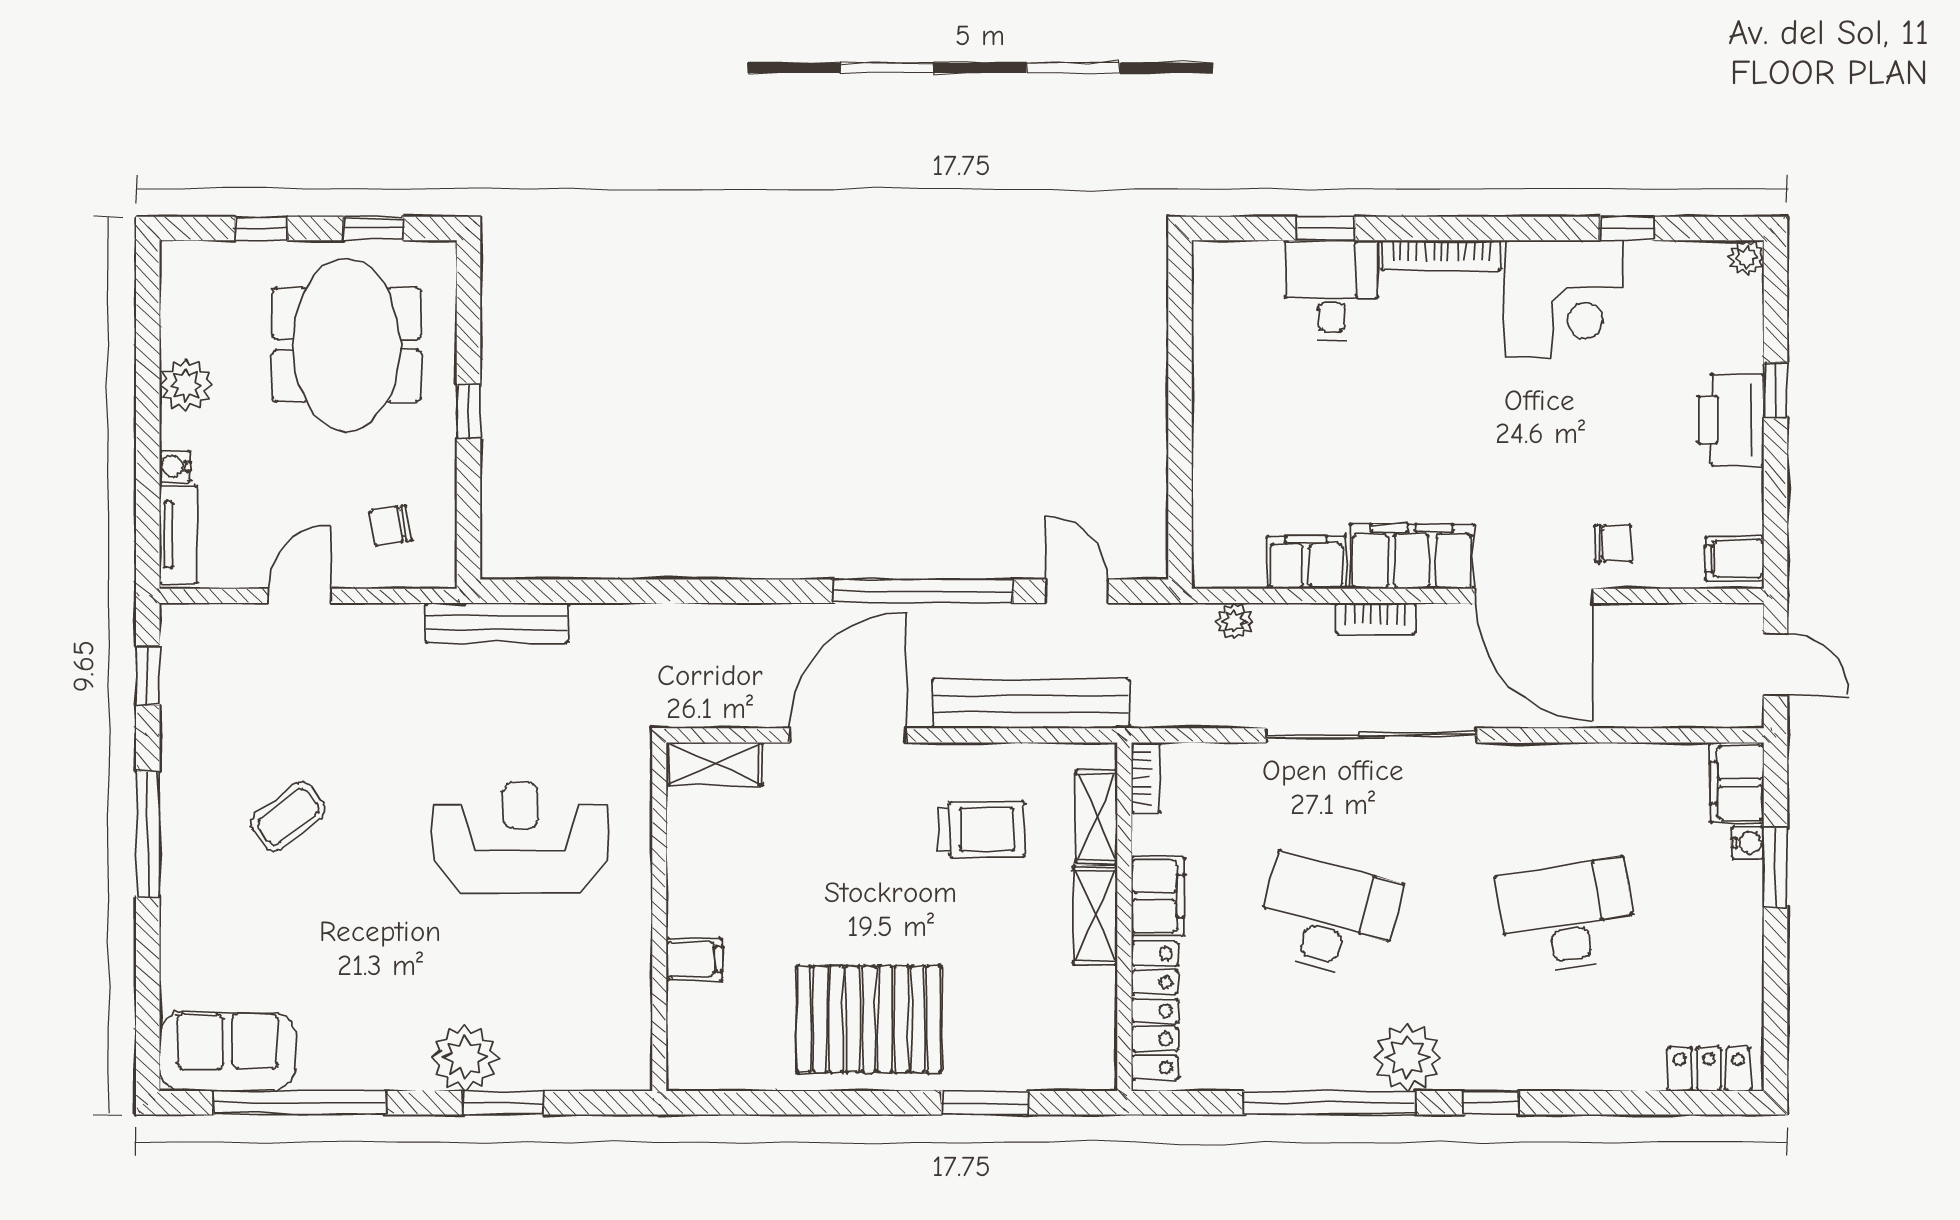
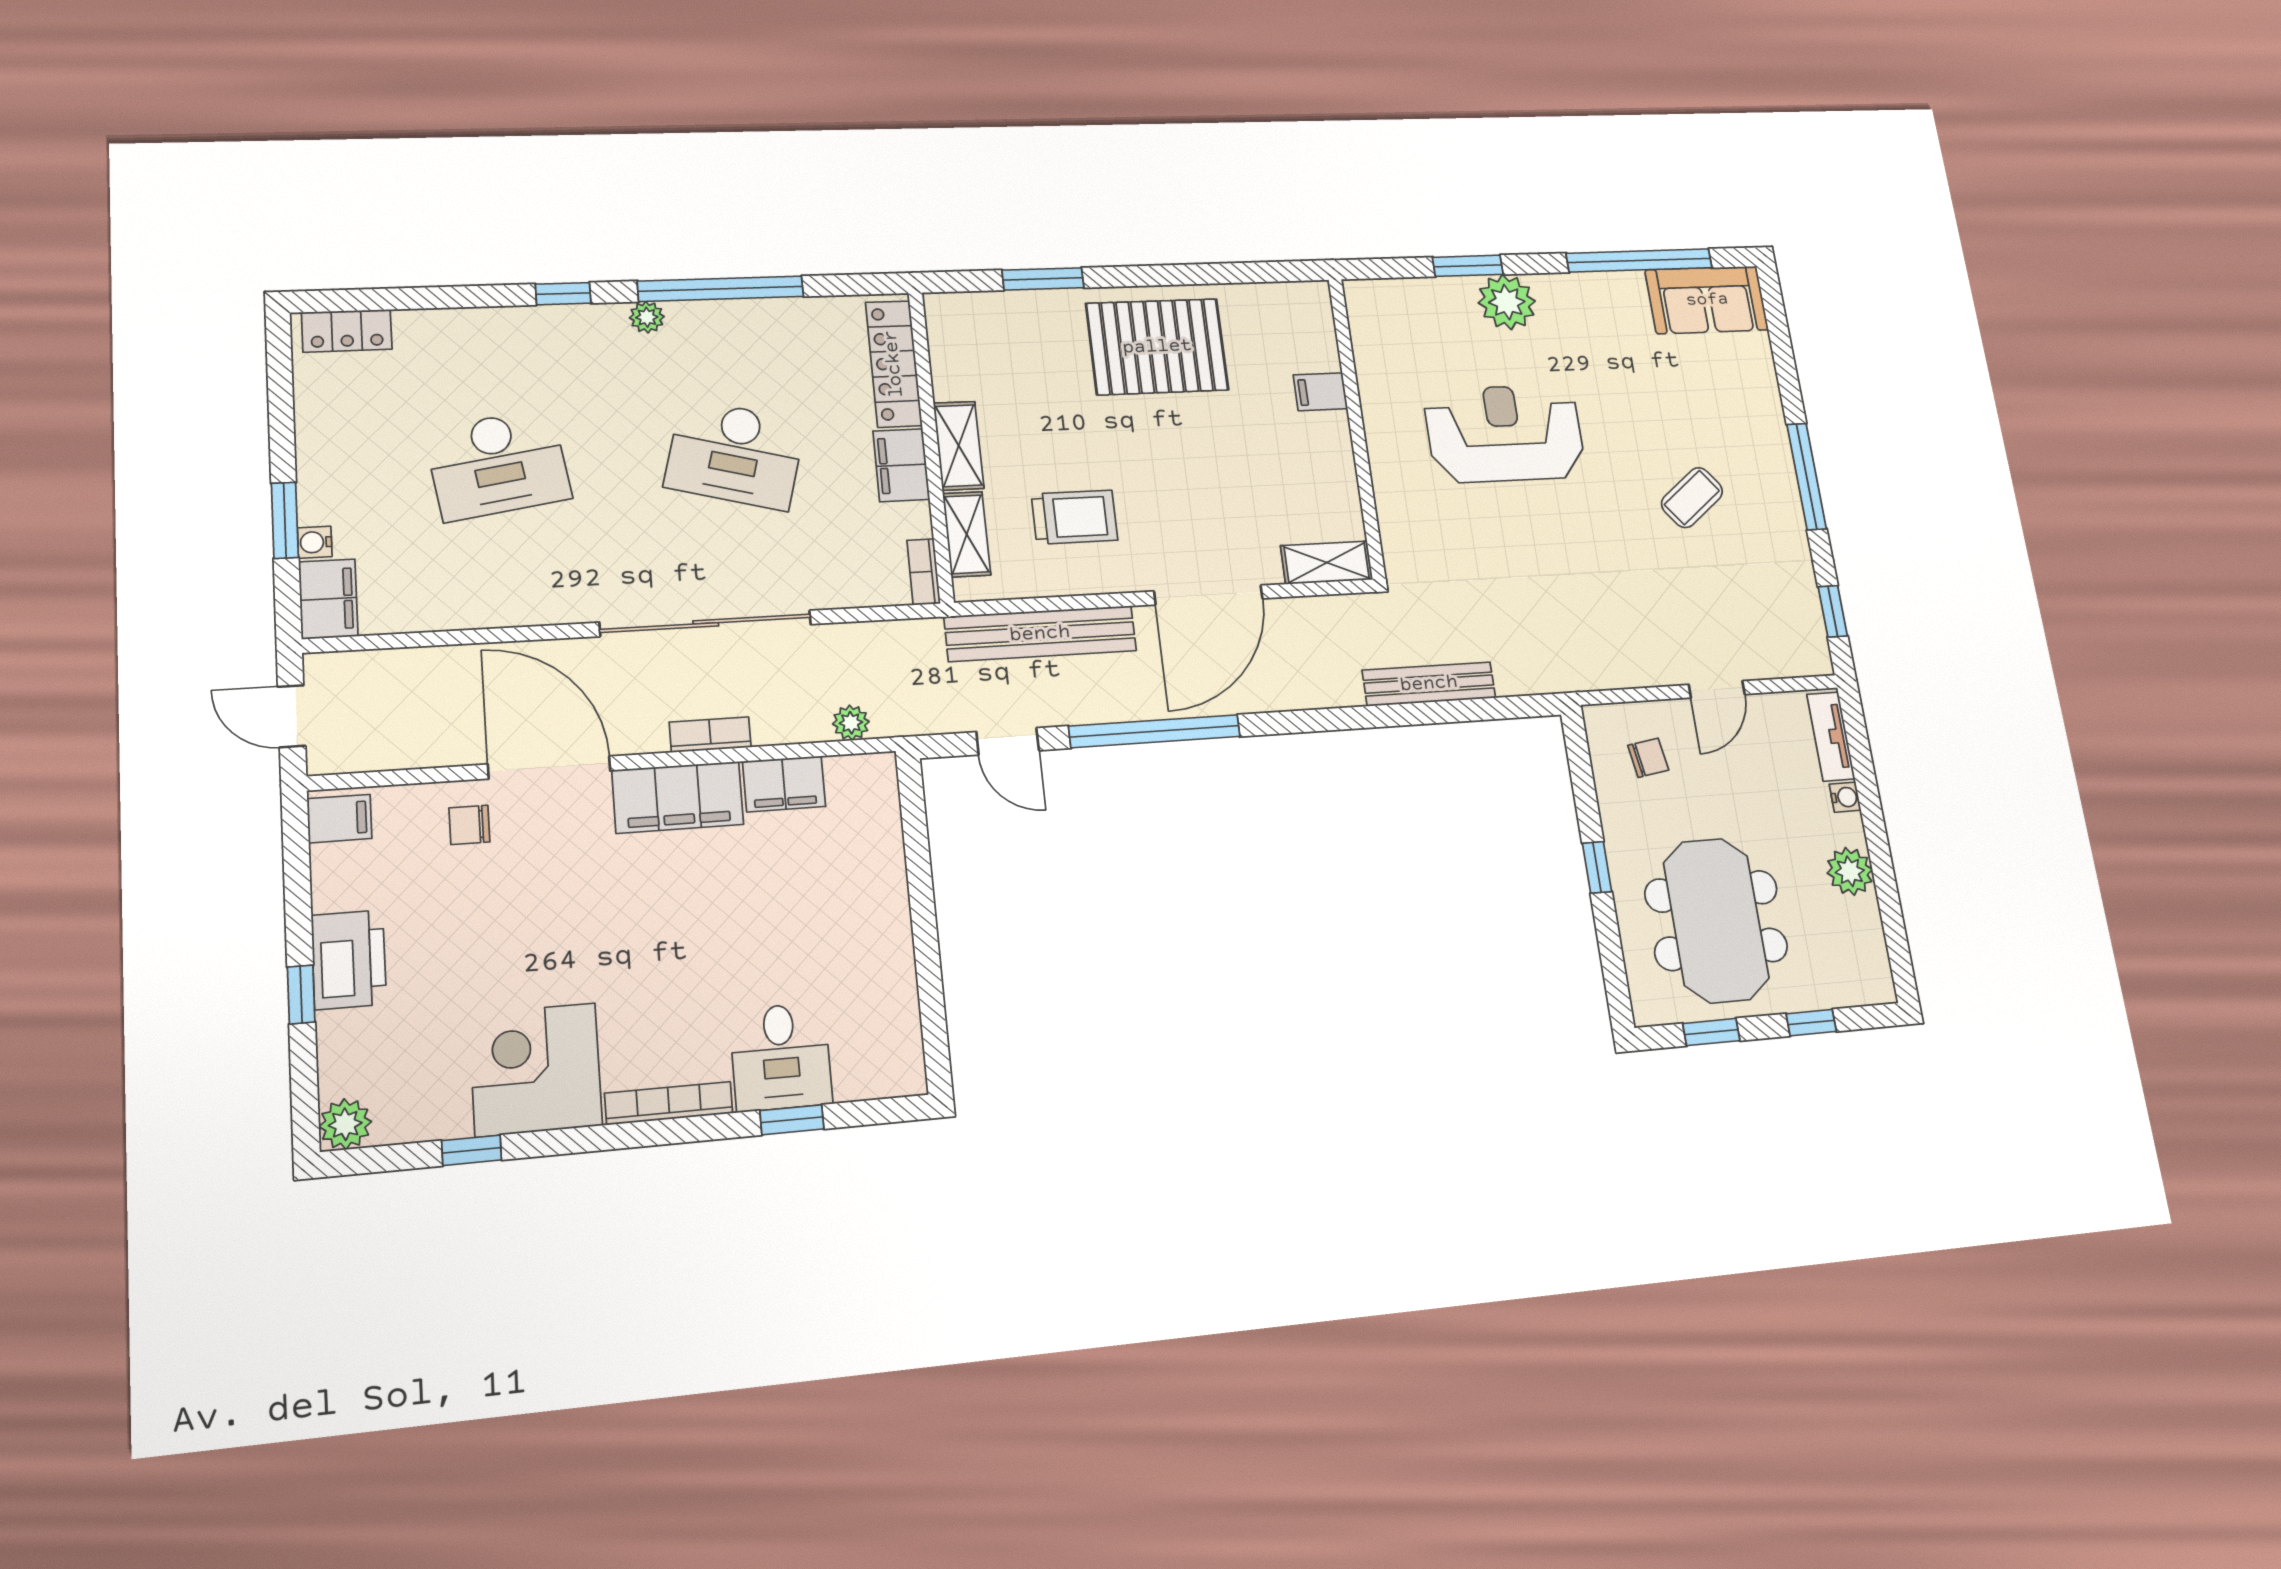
plant: (1746, 257) -> (345, 1124), width x1.38, depth x1.38
bench: (497, 623) -> (1429, 684), moved
trolley: (981, 829) -> (1075, 517), turned 180
reception desk: (520, 837) -> (1505, 433), moved, turned 180
plant: (1407, 1057) -> (647, 317), width x0.53, depth x0.53

